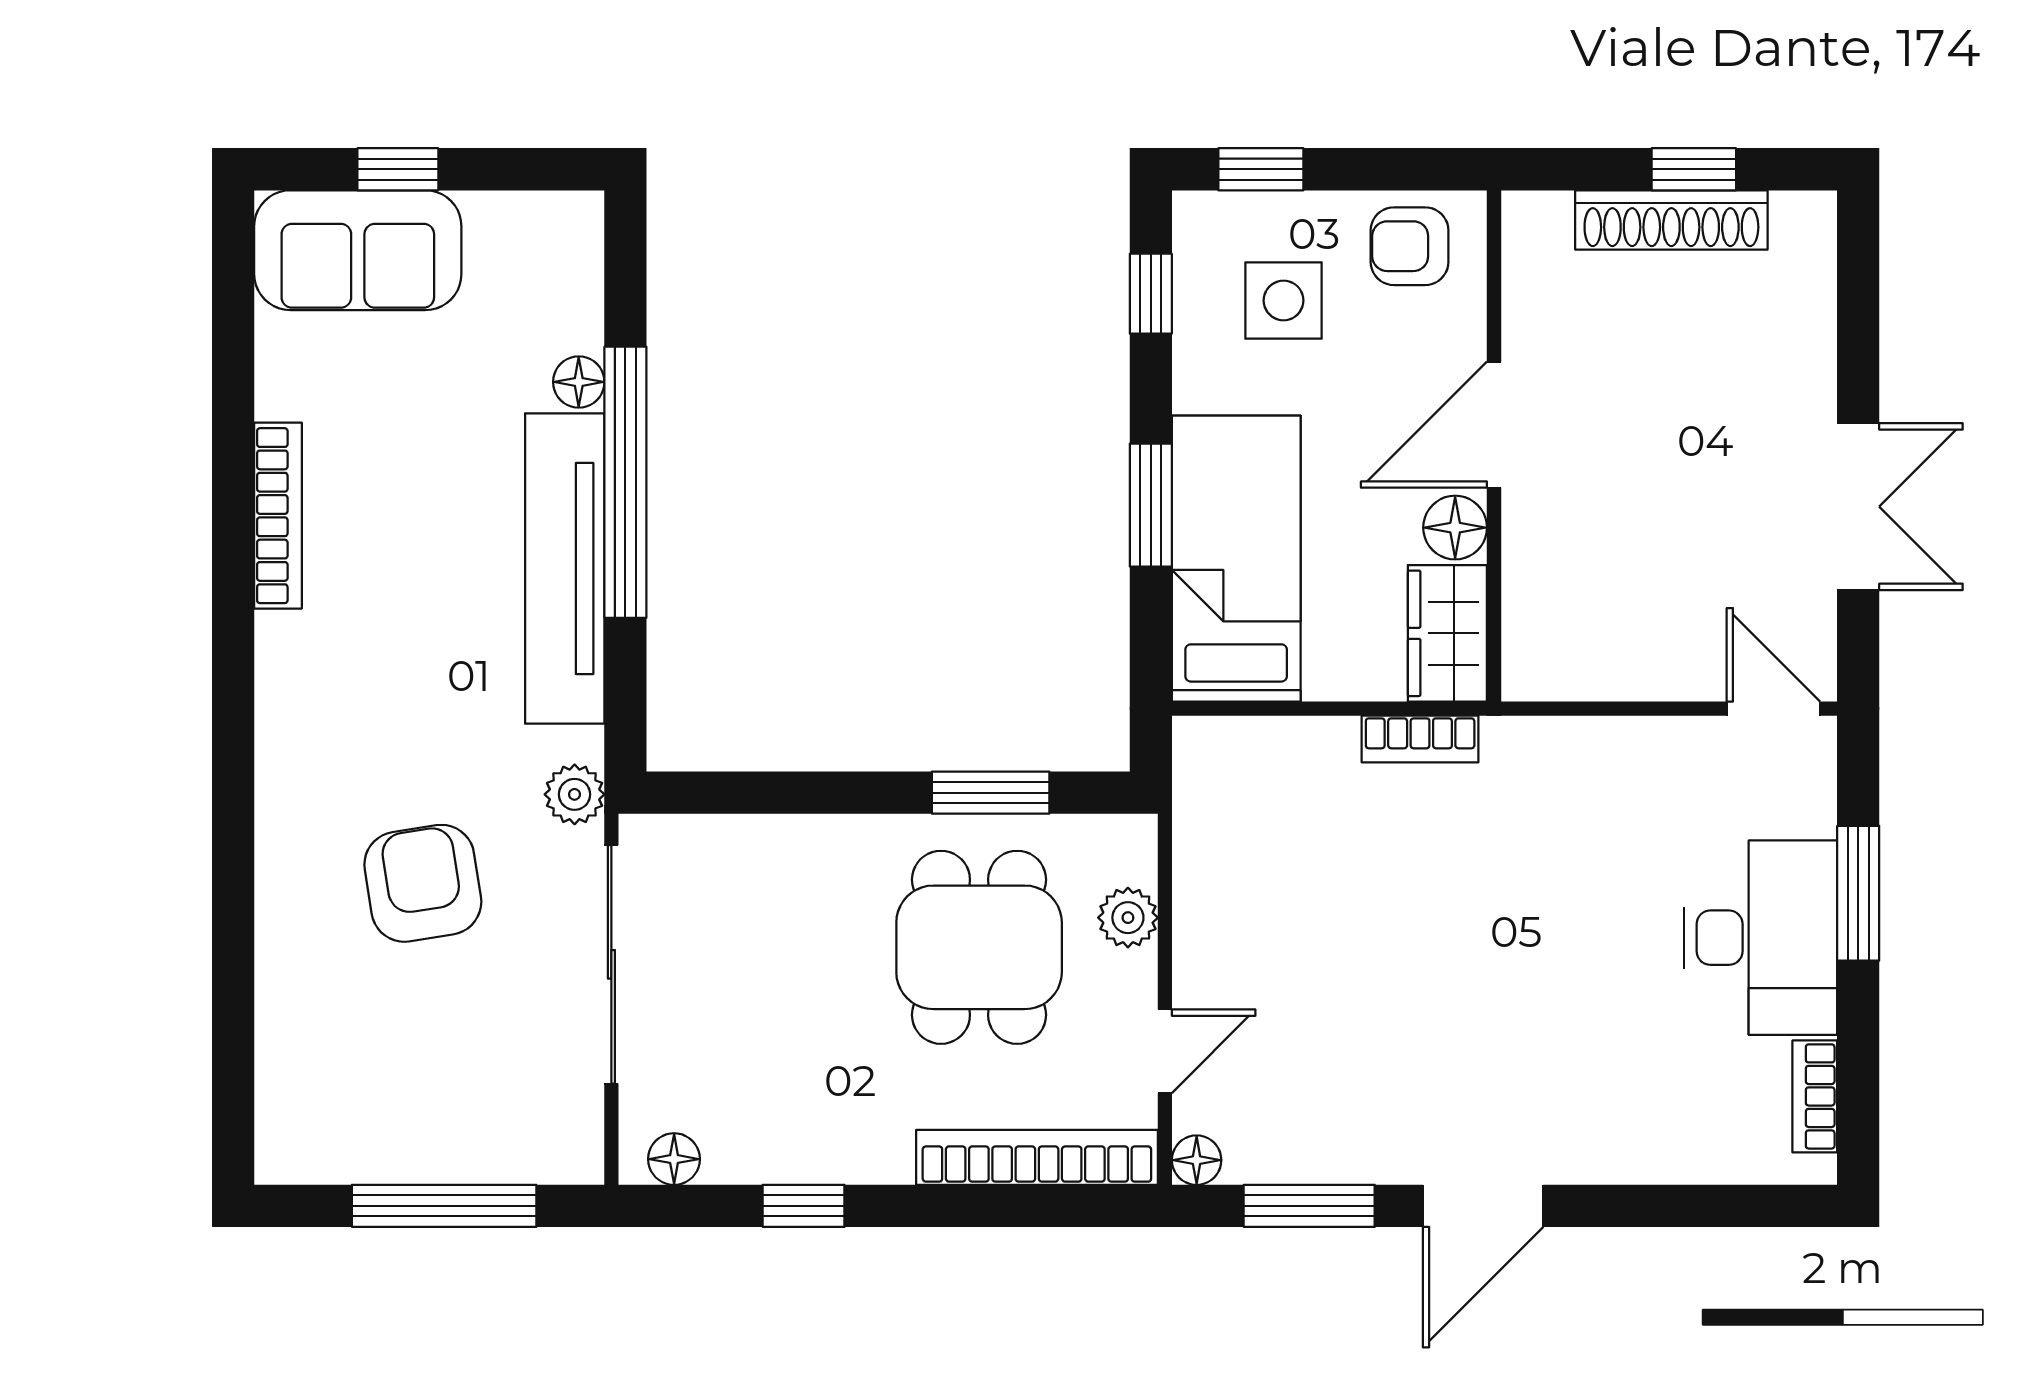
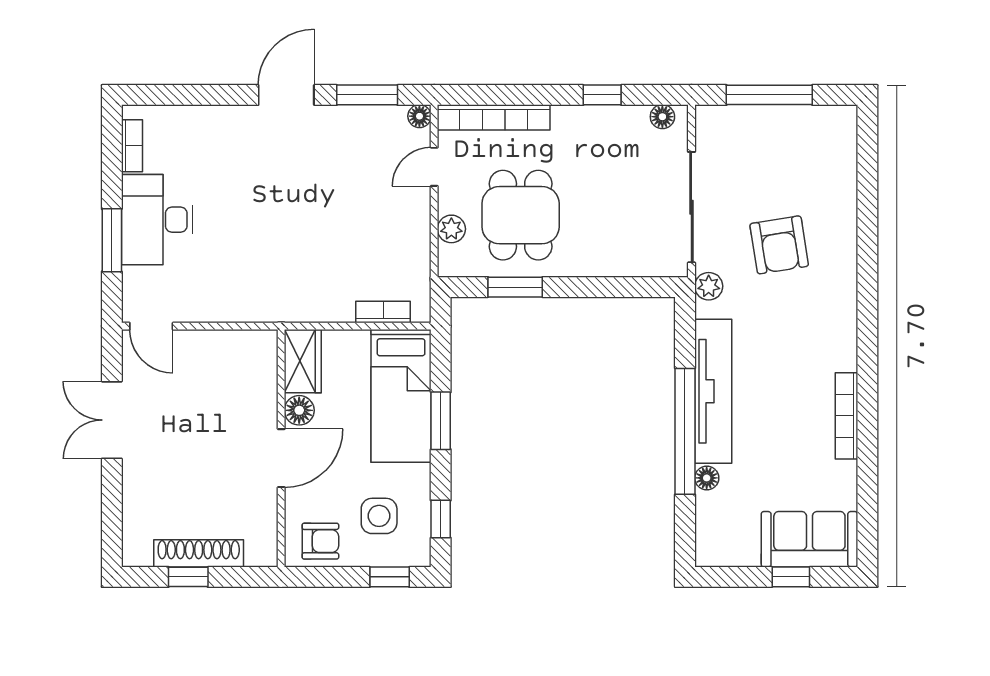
bookcase: (1420, 739) -> (383, 312), moved

